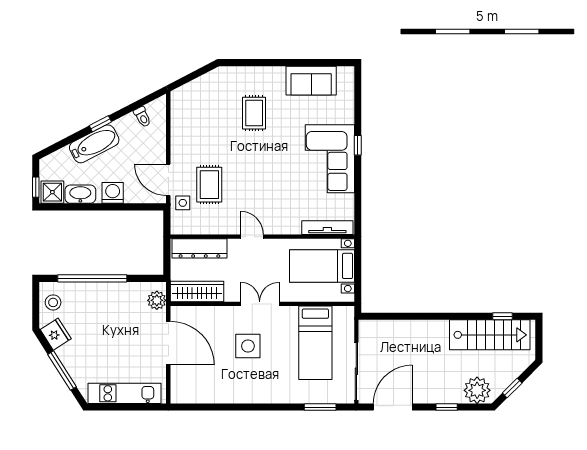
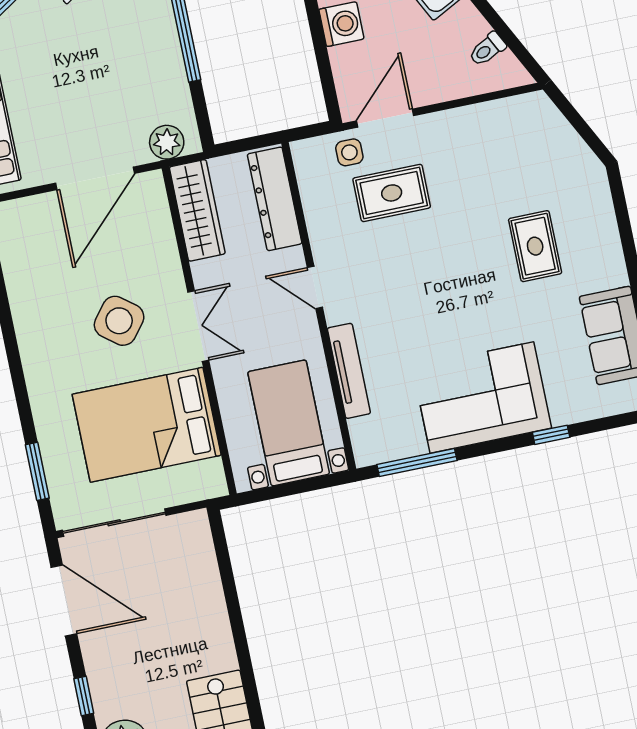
rug: (254, 113) -> (535, 246), turned 90
window: (358, 145) -> (551, 435), moved
window: (358, 201) -> (417, 463), added
tv unit: (327, 228) -> (349, 371), moved
door: (252, 237) -> (315, 287), swing flipped
bed: (315, 343) -> (147, 425), width x1.50
side table: (248, 346) -> (119, 321), turned 38

